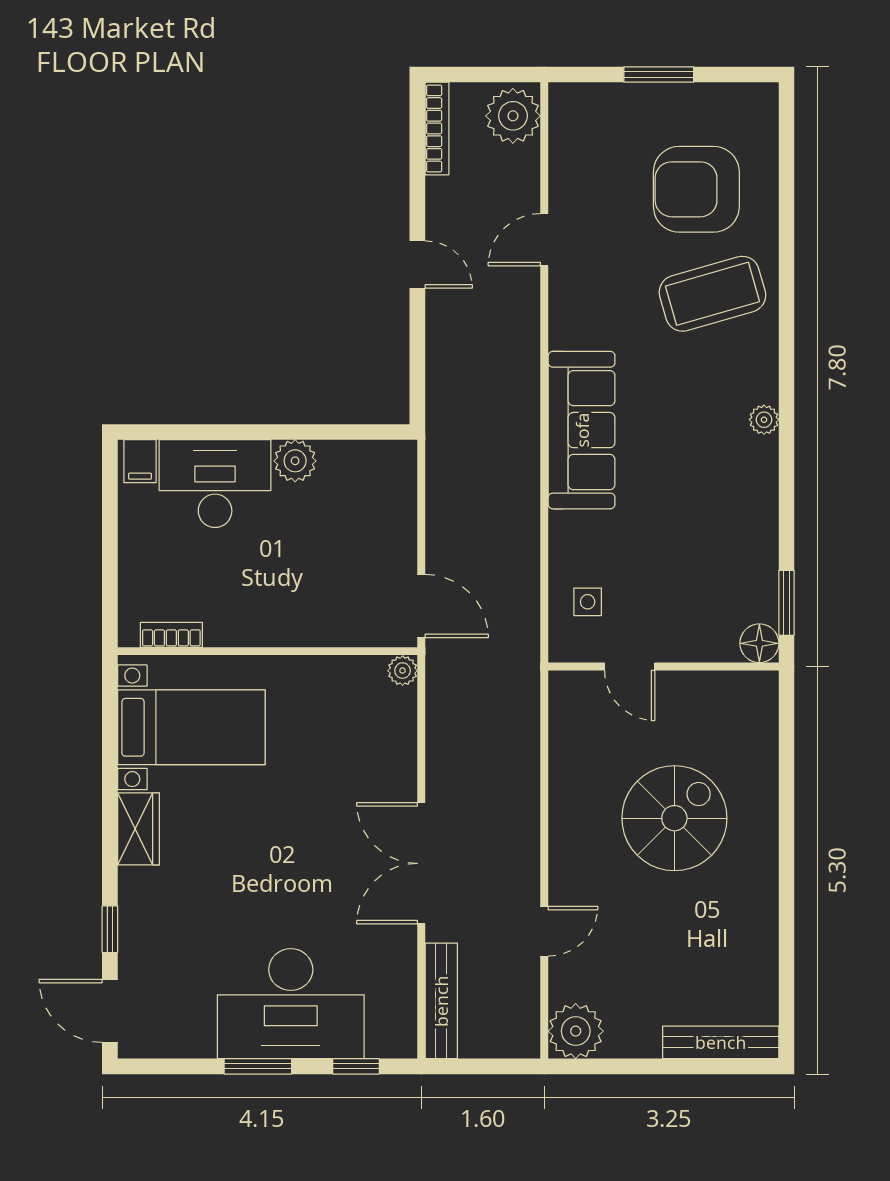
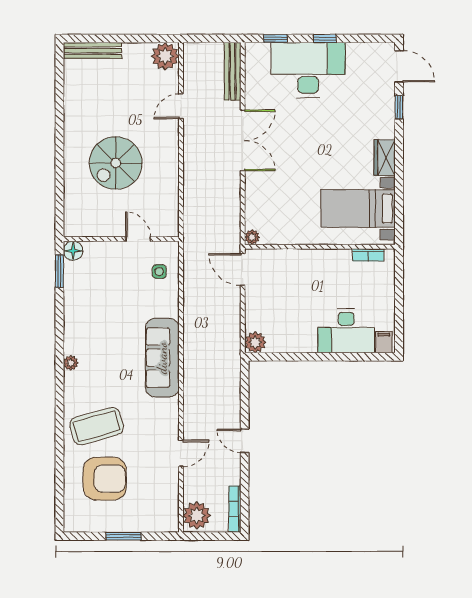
plant: (295, 461) -> (255, 342), moved
window: (258, 1066) -> (325, 38), width x0.67

